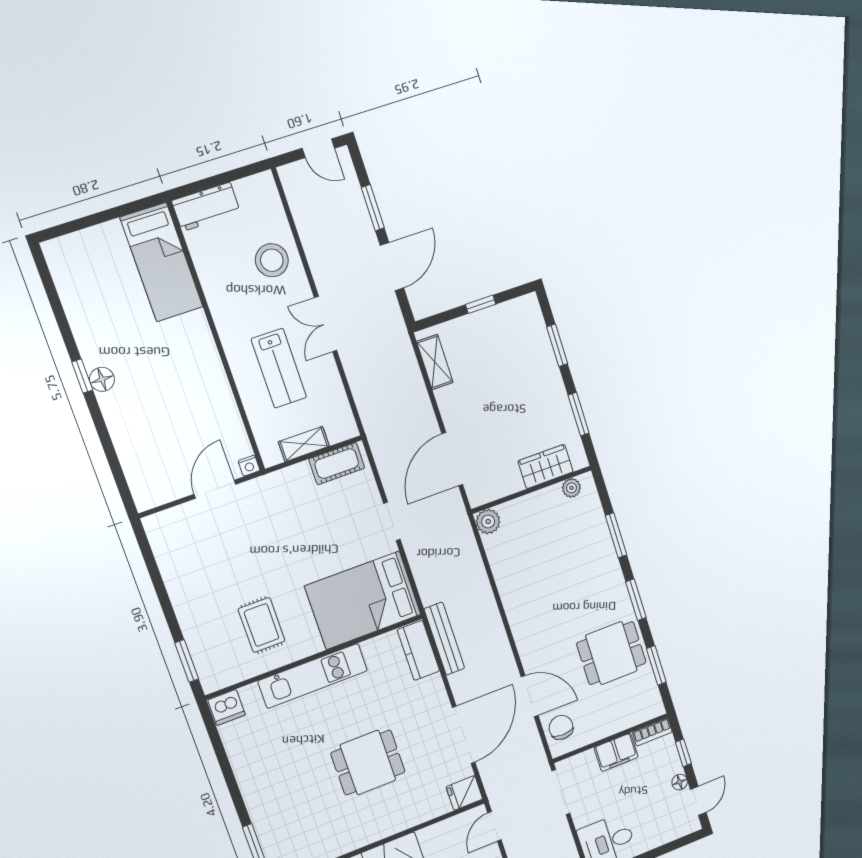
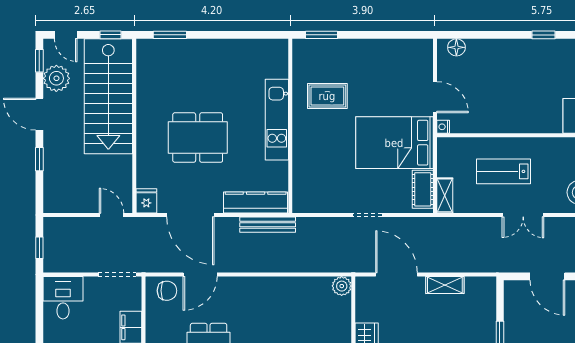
double door: (326, 324) -> (523, 215), swing flipped
shelving: (435, 362) -> (445, 285), moved
floor lamp: (102, 379) -> (456, 47), moved
shelving: (304, 444) -> (445, 195), moved
bed: (363, 600) -> (394, 143), moved, turned -90
kitchen counter: (418, 650) -> (256, 203), width x1.50
dishwasher: (227, 707) -> (278, 51), removed
dining table: (368, 762) -> (198, 138), width x1.38

